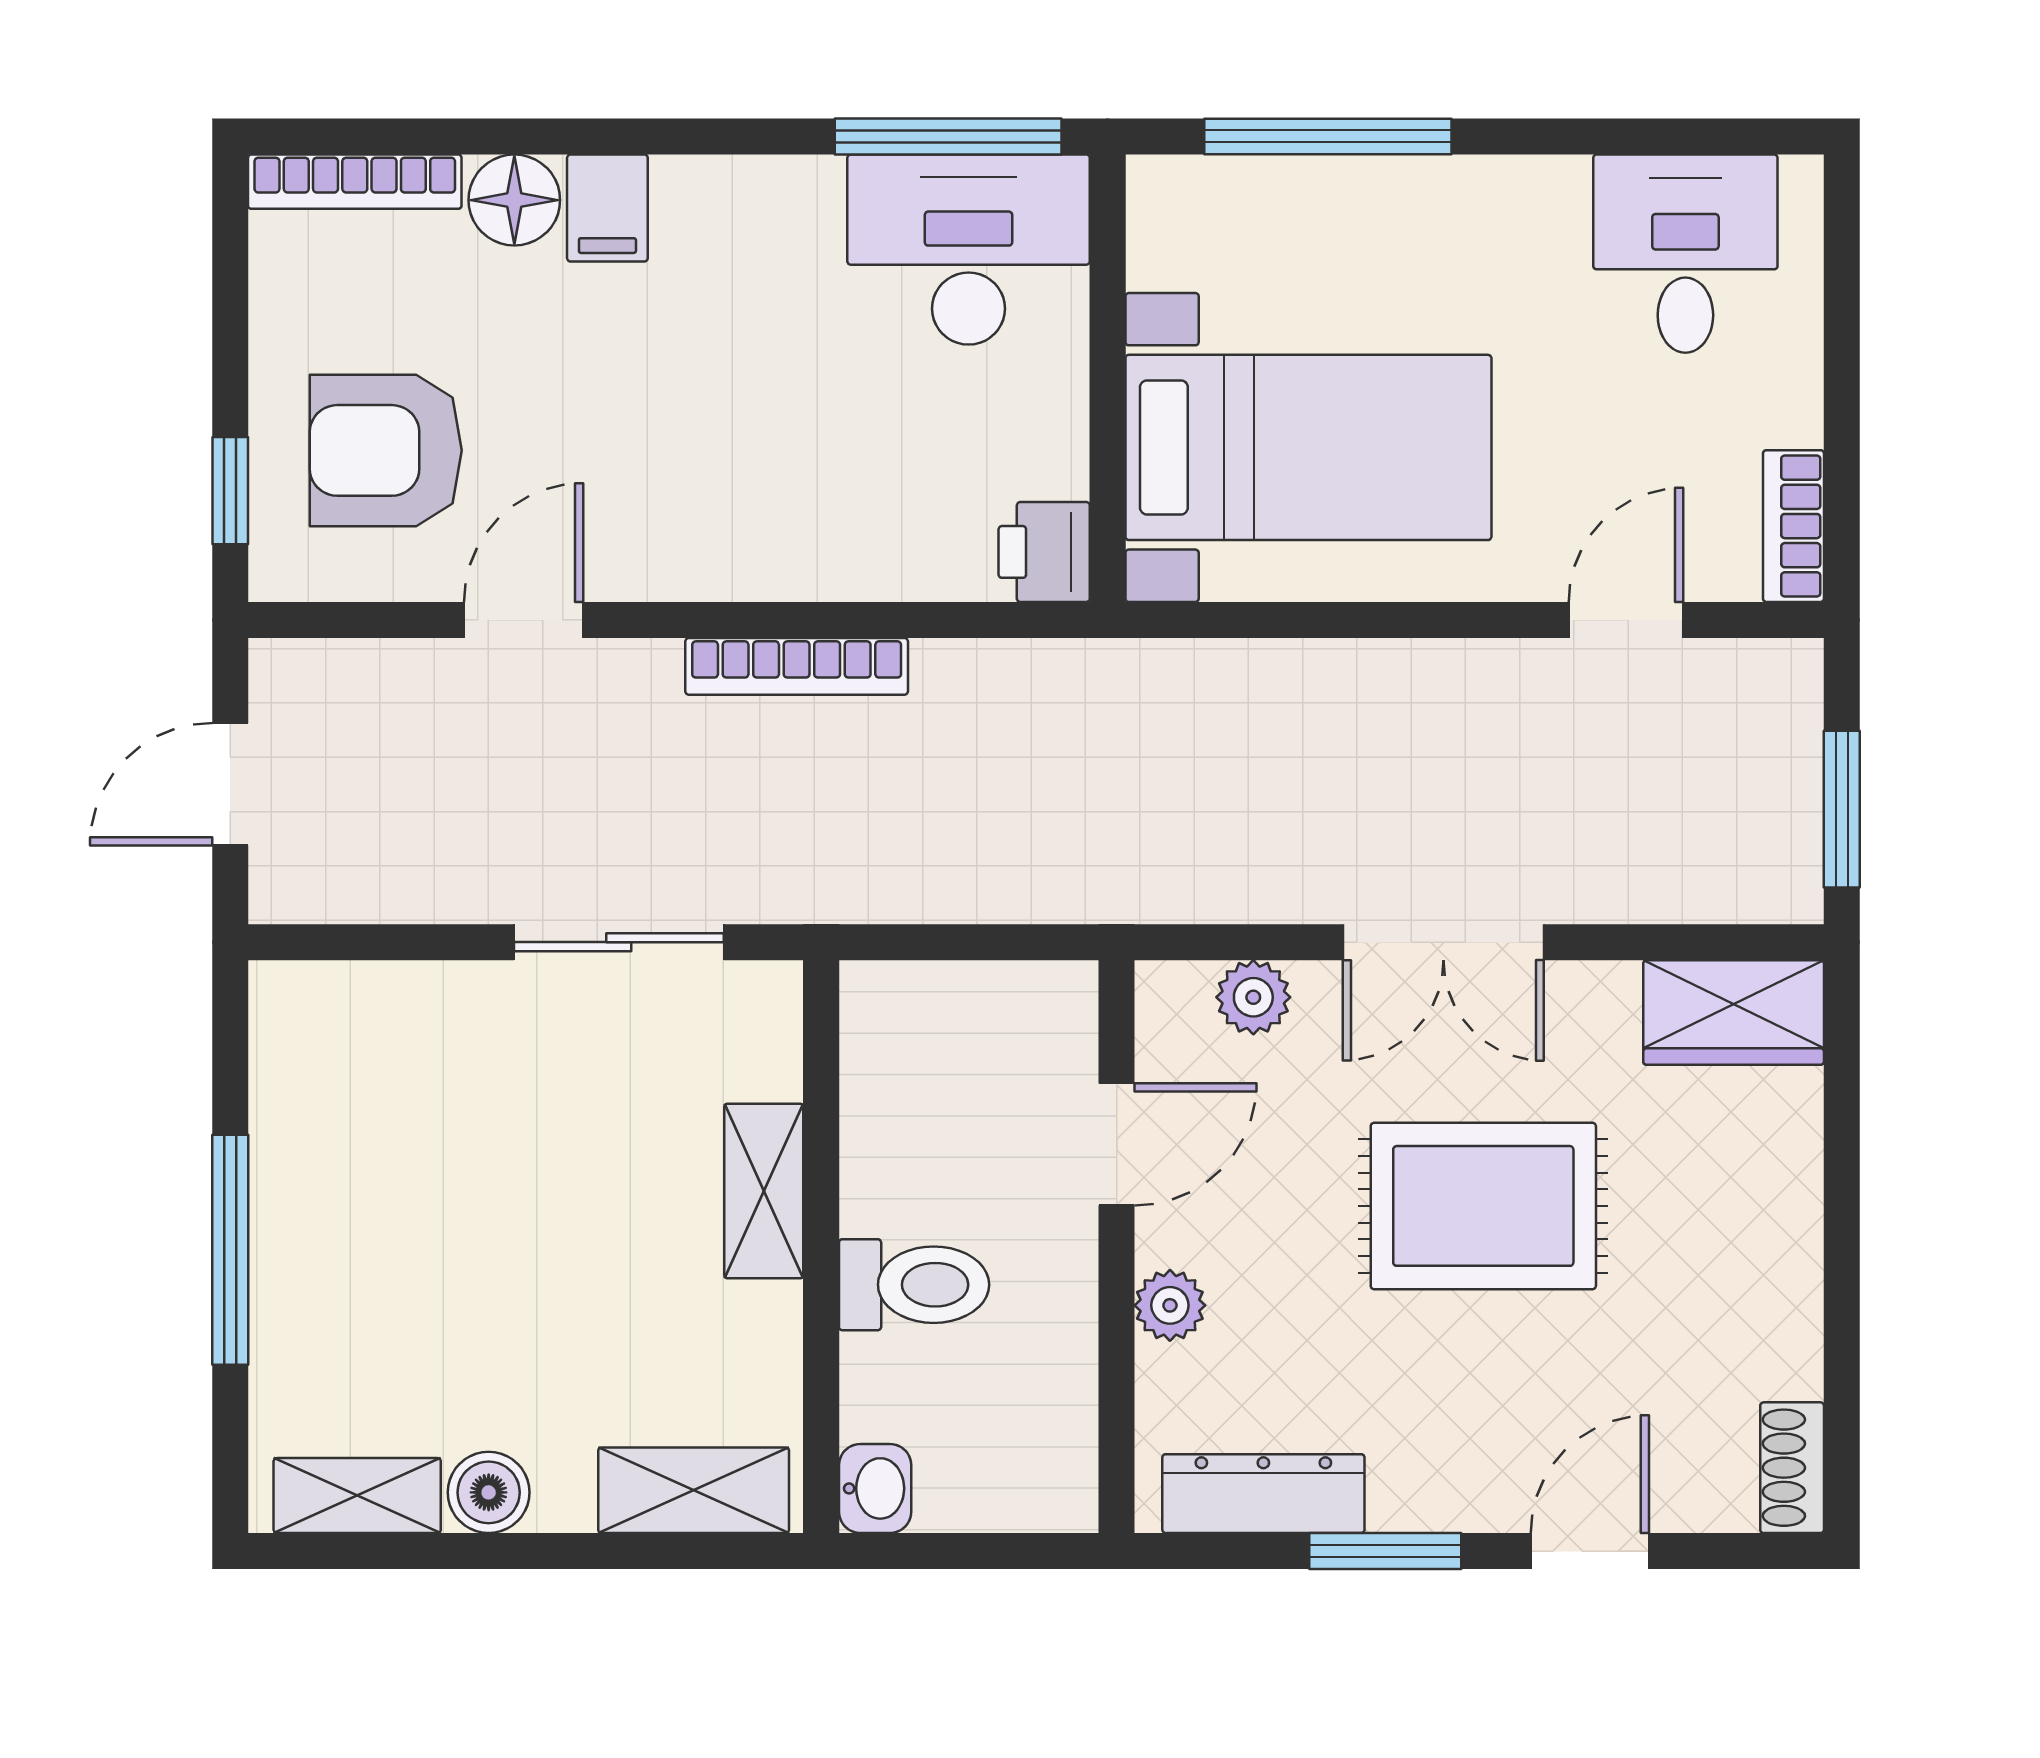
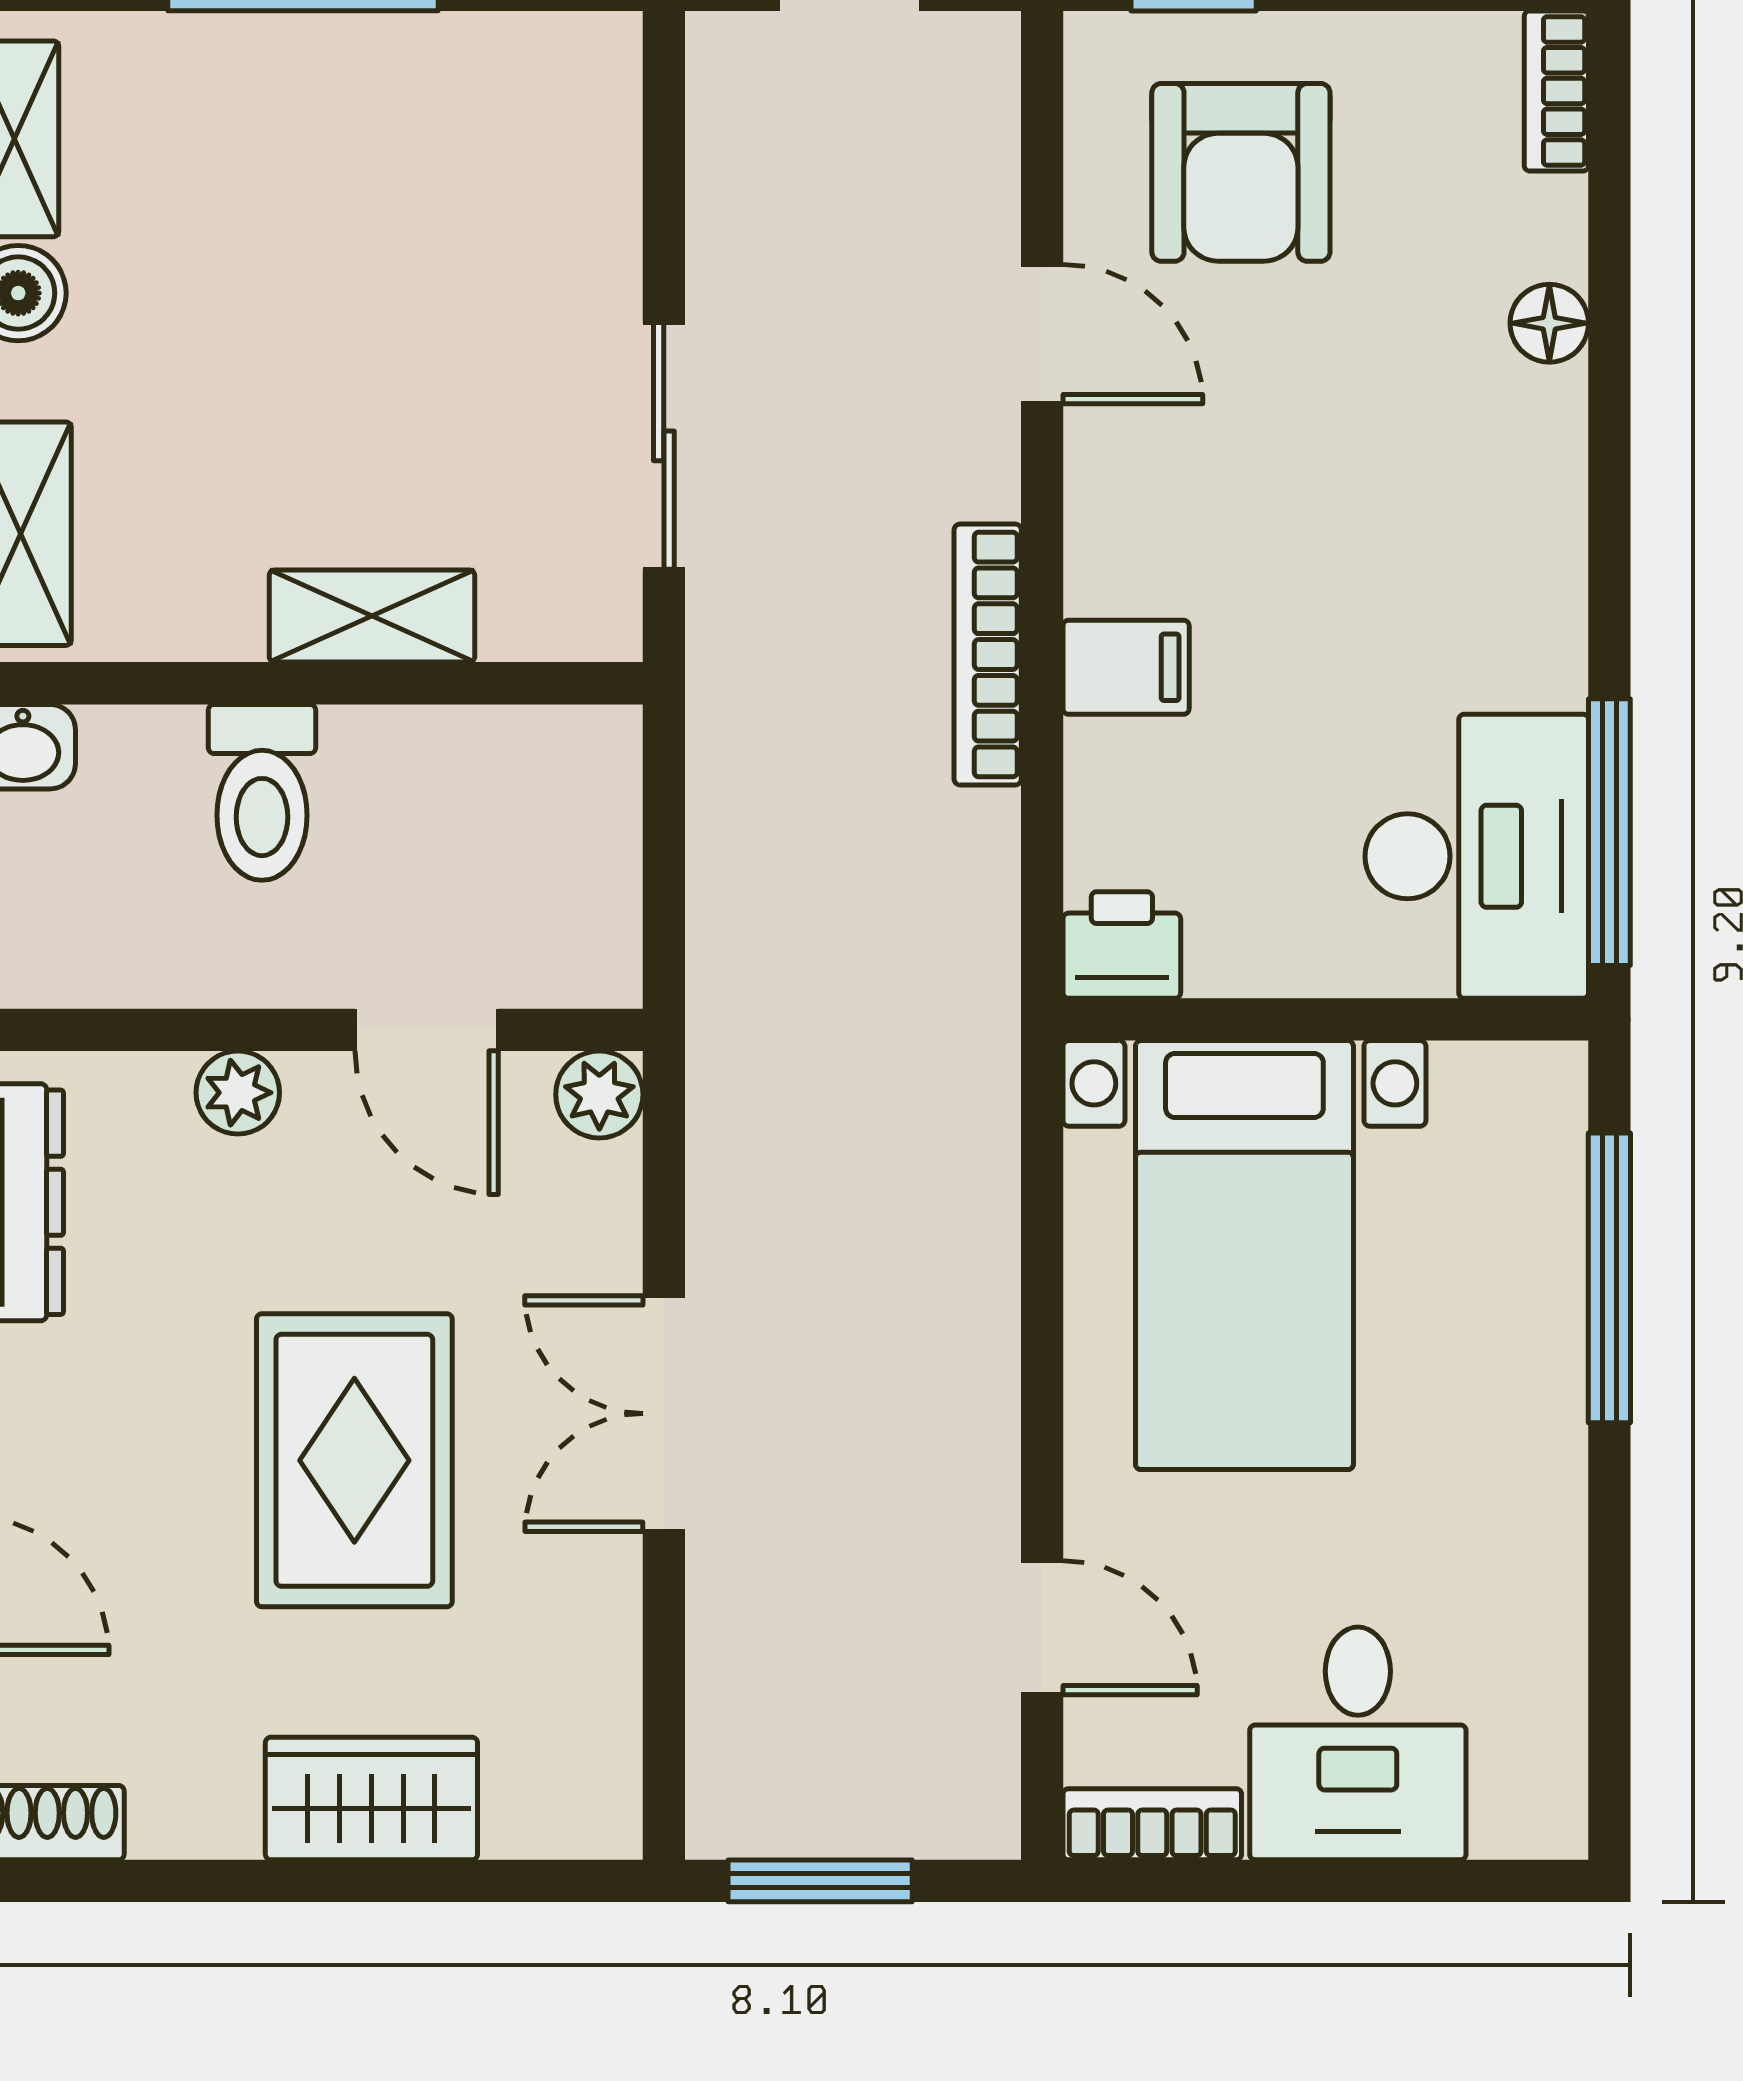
bookcase: (355, 182) -> (1556, 91), width x0.64
floor lamp: (514, 200) -> (1549, 323), width x0.73, depth x0.73
filing cabinet: (607, 208) -> (1126, 667), moved, turned 180
desk: (1685, 254) -> (1358, 1743), moved, turned 90
armchair: (386, 450) -> (1241, 172), turned 180
plant: (1253, 997) -> (599, 1095), moved
wardrobe: (1734, 1013) -> (371, 1798), moved, turned 90

